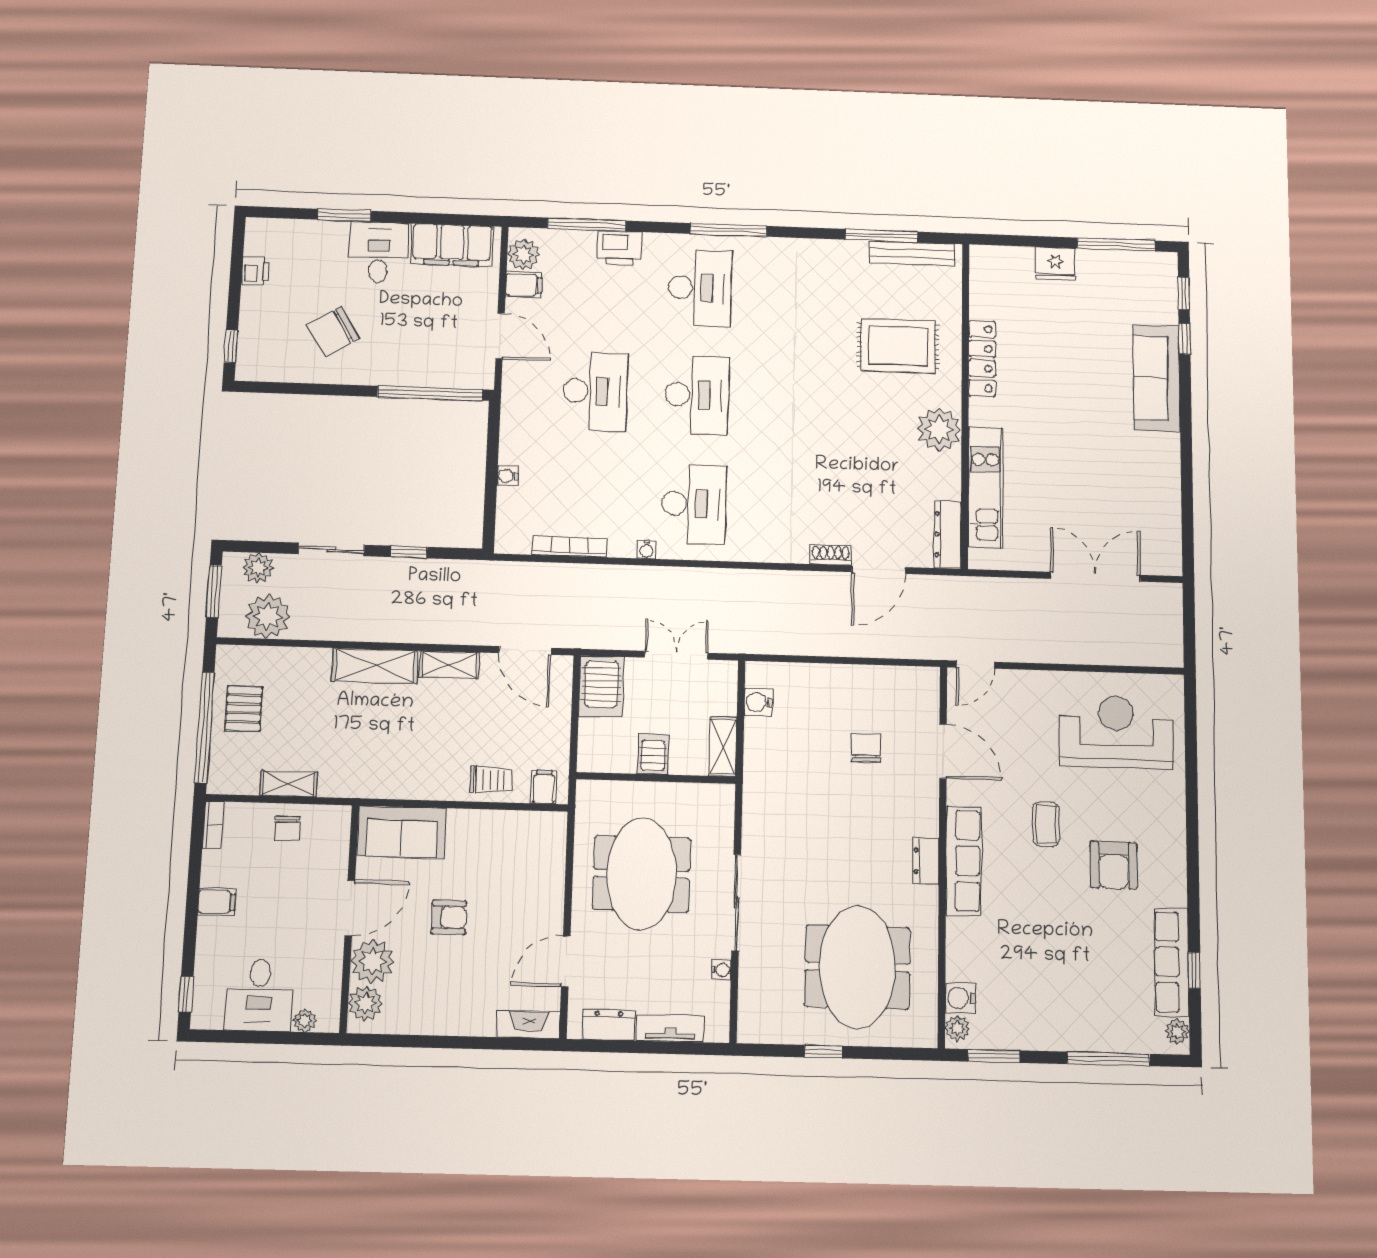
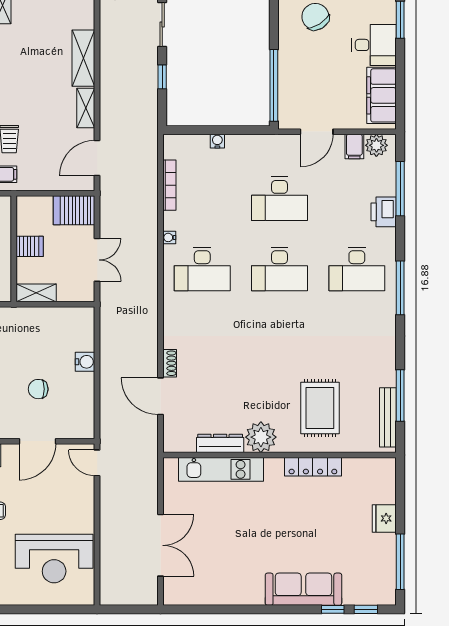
dresser: (948, 534) -> (220, 443), moved
water cooler: (759, 702) -> (85, 362), moved, turned 90
reception desk: (1116, 732) -> (54, 559), turned 90
chair: (866, 748) -> (38, 389), turned 180

